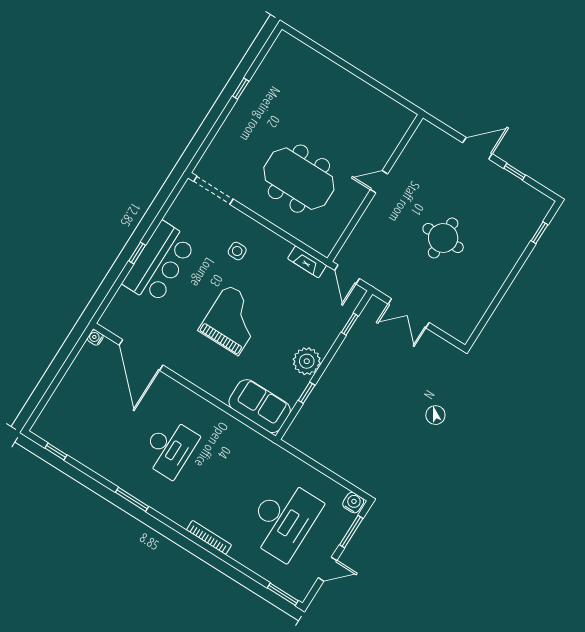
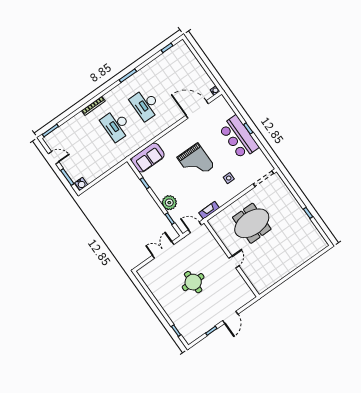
plant: (307, 361) -> (169, 203), moved
desk: (283, 520) -> (116, 125), moved, width x0.73, depth x0.77
door: (328, 569) -> (54, 158), swing flipped

